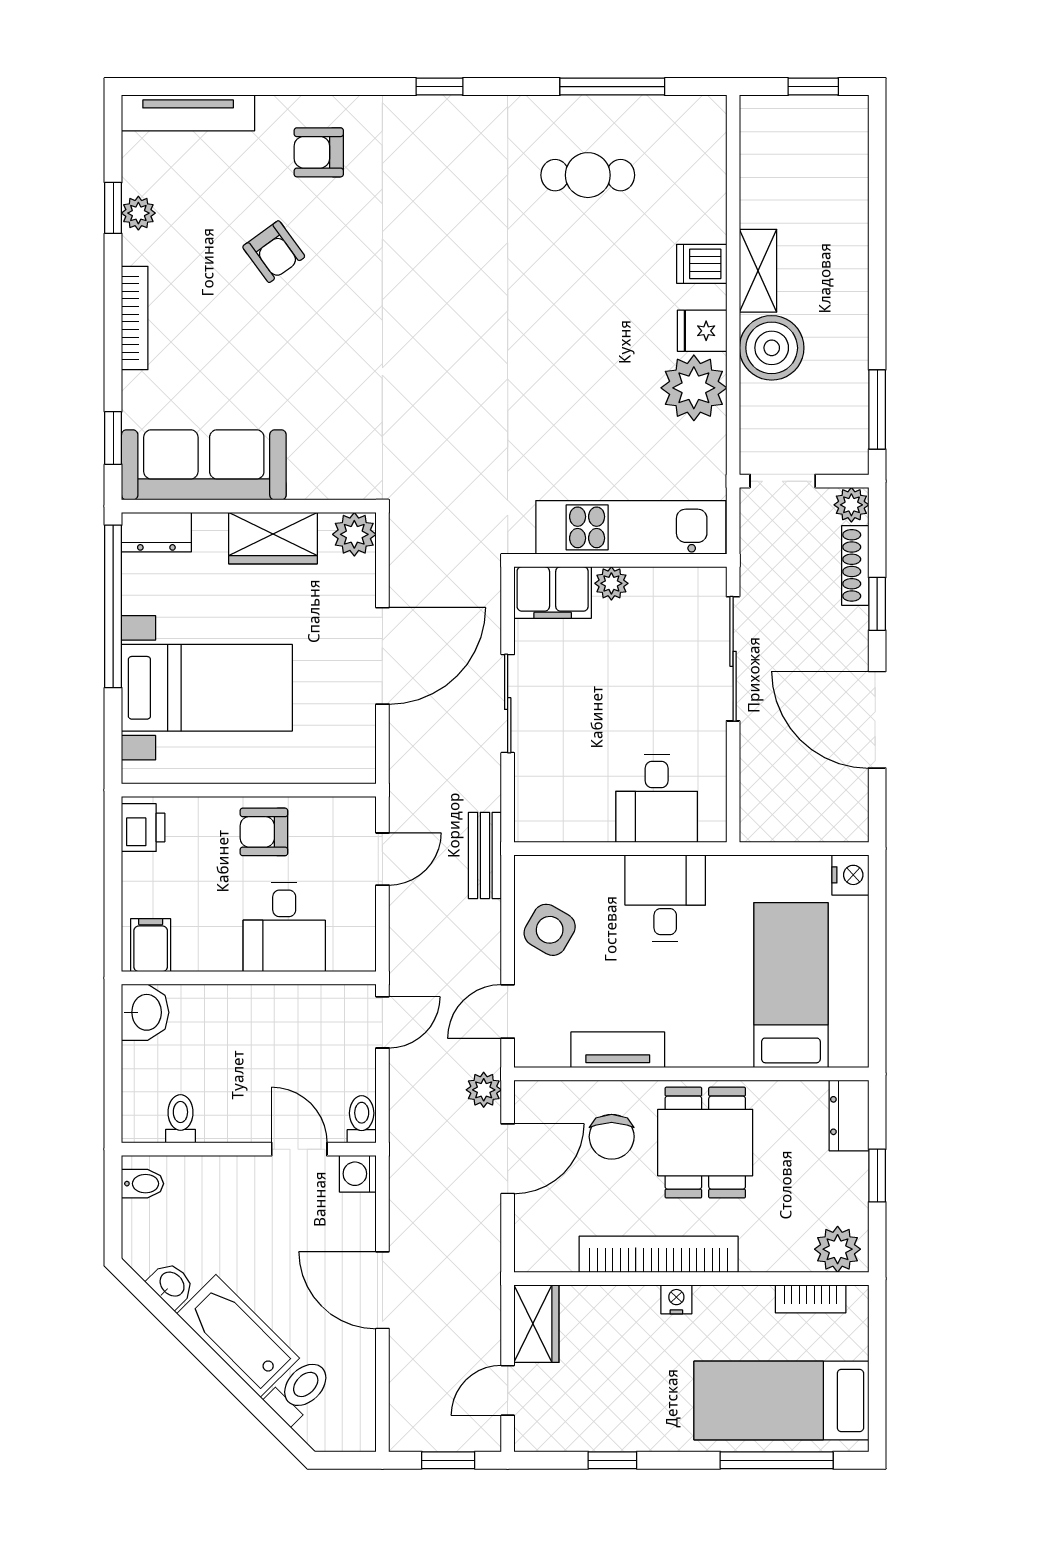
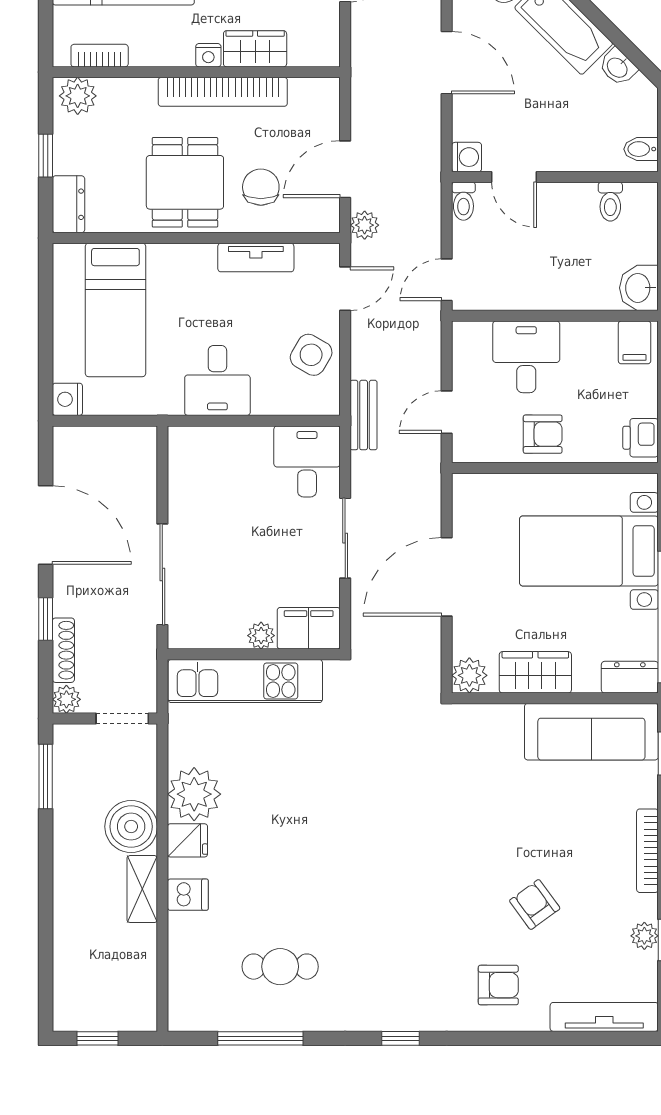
desk: (657, 798) -> (307, 461), moved
wardrobe: (536, 1324) -> (255, 49), moved, turned 90

